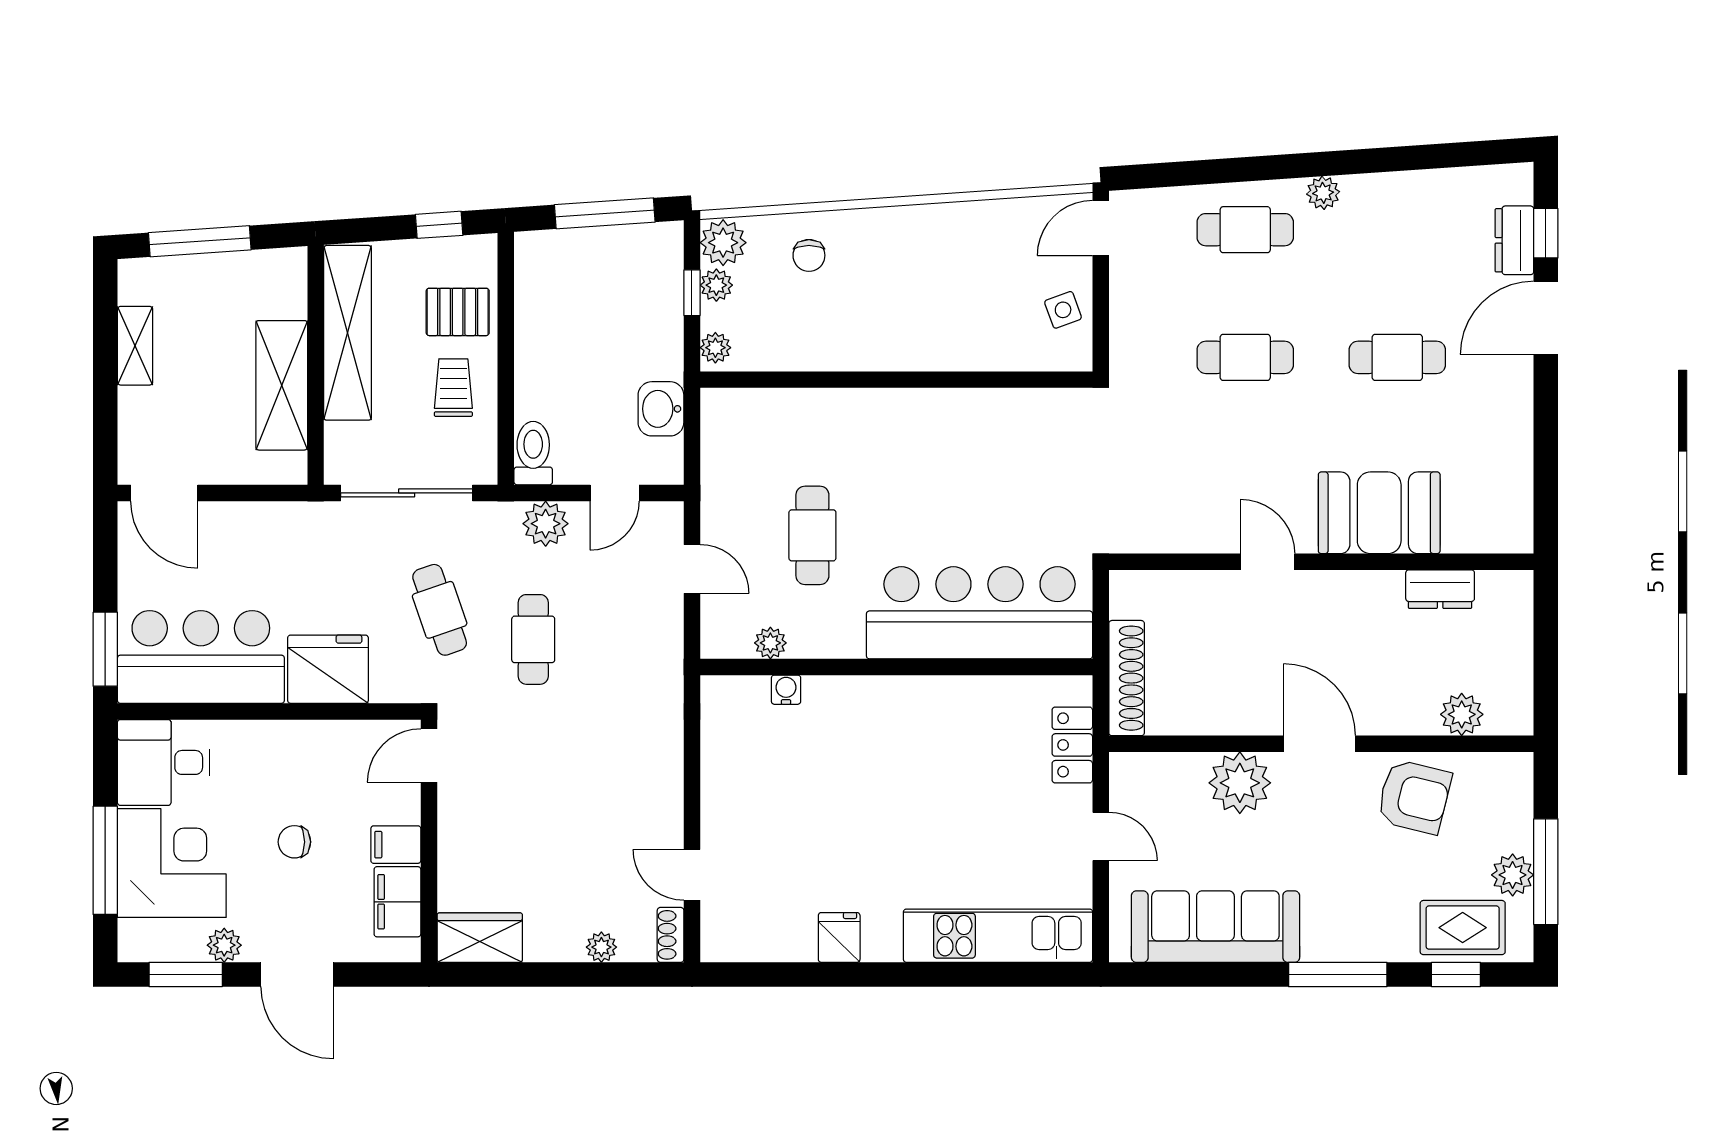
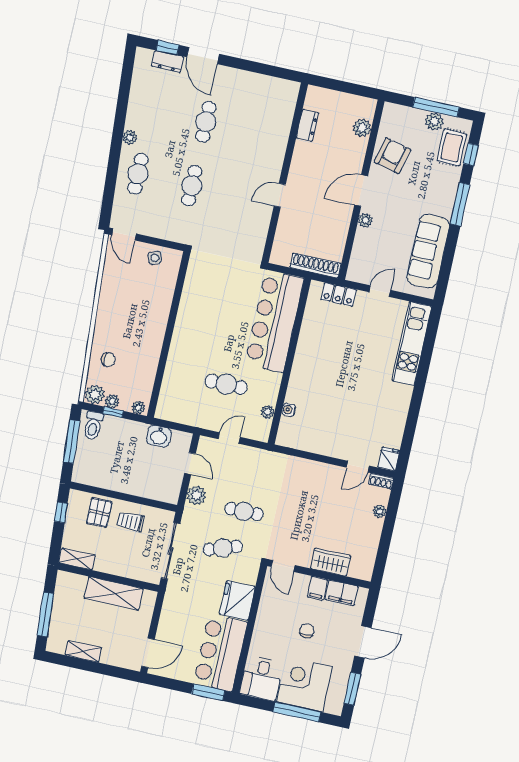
shelving: (348, 333) -> (77, 559), width x0.45, depth x0.75
toilet: (533, 453) -> (93, 425), moved, turned -90
booth: (1379, 513) -> (270, 144), removed
plant: (1240, 783) -> (365, 220), width x0.53, depth x0.53
chair: (294, 842) -> (307, 631), turned 180
fridge: (839, 937) -> (389, 459), moved, turned 90
wardrobe: (480, 938) -> (331, 562), moved, turned 90
plant: (224, 945) -> (344, 670), removed

